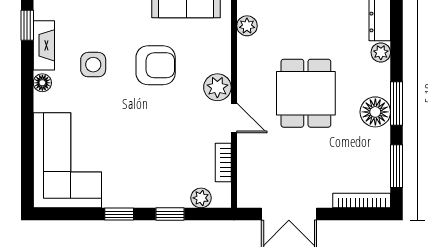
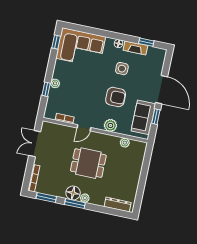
plant: (381, 52) -> (85, 198), moved
armchair: (156, 65) -> (116, 97), turned -90
plant: (217, 87) -> (110, 125), moved
plant: (201, 198) -> (55, 83), moved
window: (119, 214) -> (56, 42), moved

